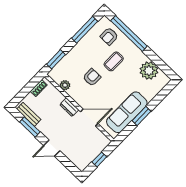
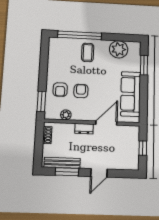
window: (85, 30) -> (44, 60), removed
armchair: (109, 36) -> (60, 90), moved
coffee table: (114, 61) -> (88, 52), moved
bench: (29, 114) -> (62, 163), width x1.36
window: (141, 116) -> (144, 65), moved

